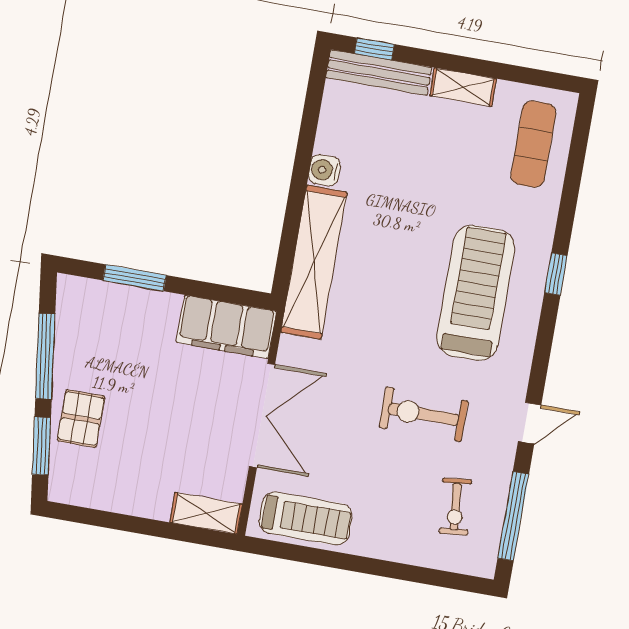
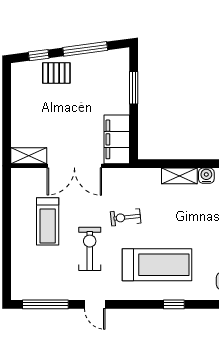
shelving: (314, 262) -> (179, 176), width x0.45, depth x0.75
window: (42, 446) -> (39, 55), width x0.67
exercise bike: (455, 507) -> (126, 217), moved
shelving: (206, 513) -> (29, 156), moved, turned 90
treadmill: (306, 519) -> (48, 221), moved

